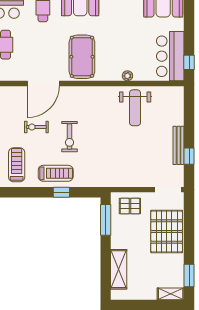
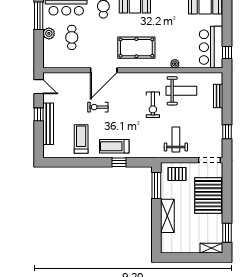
pool table: (82, 57) -> (136, 48), turned 90
weight bench: (135, 108) -> (181, 91), turned -90
exercise bike: (69, 137) -> (153, 105), moved
bench: (179, 145) -> (218, 96), moved, width x0.73
weight bench: (129, 165) -> (176, 139), added
treadmill: (56, 173) -> (114, 146), turned 180
shelving: (119, 269) -> (167, 216), moved

